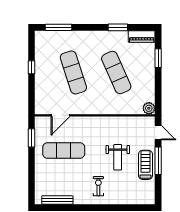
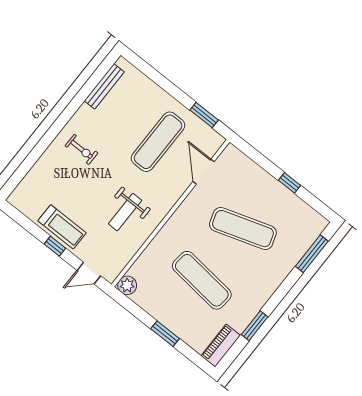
window: (158, 58) -> (165, 334), moved
exercise mat: (116, 72) -> (202, 280), turned 30
weight bench: (118, 157) -> (125, 212), moved, turned -90
window: (158, 161) -> (55, 246), width x0.46

